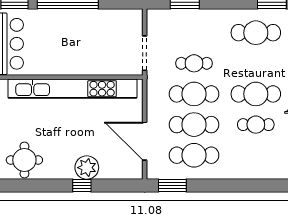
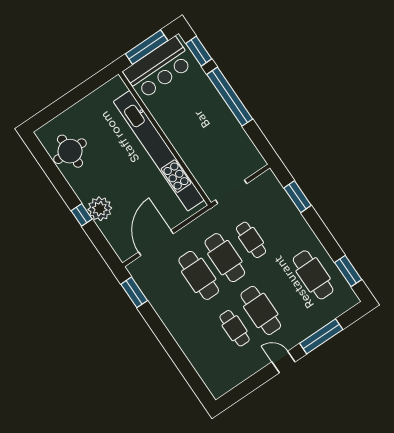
cafe table: (194, 155) -> (173, 293), removed

